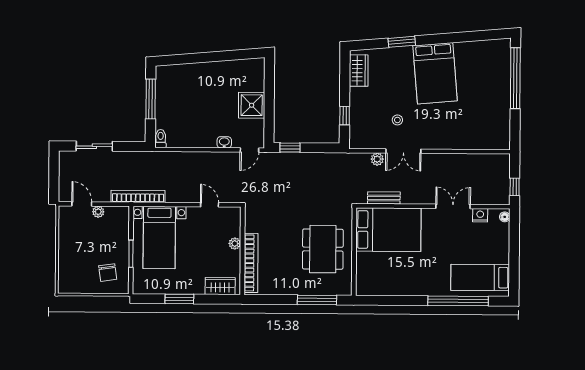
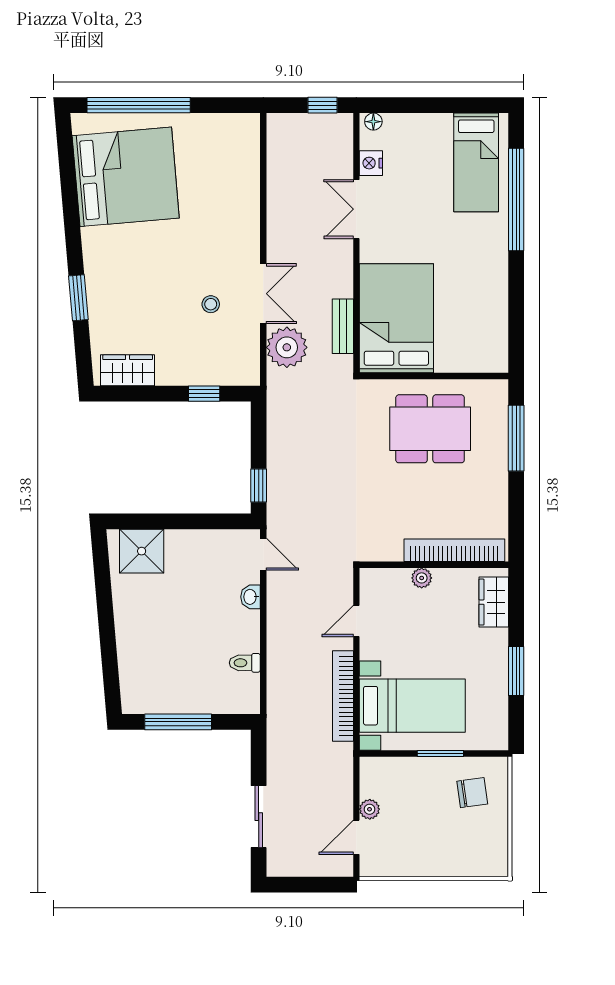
bed: (435, 73) -> (126, 177), moved, width x1.36
shower: (252, 105) -> (142, 551), moved
toilet: (161, 138) -> (245, 663), moved
plant: (377, 159) -> (287, 347), width x1.87, depth x1.87
bookcase: (138, 196) -> (343, 696), moved

